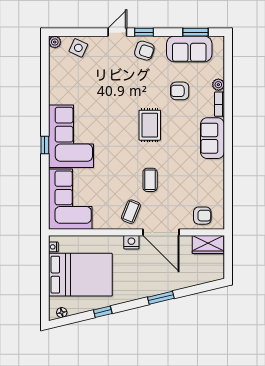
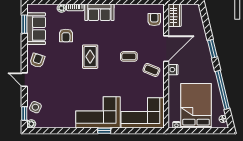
window: (144, 32) -> (24, 114), moved
rug: (150, 125) -> (90, 57), turned 90
window: (103, 312) -> (222, 90), width x3.17

